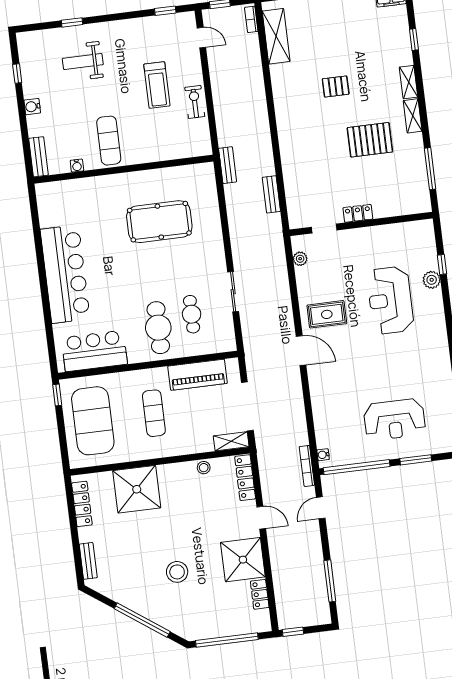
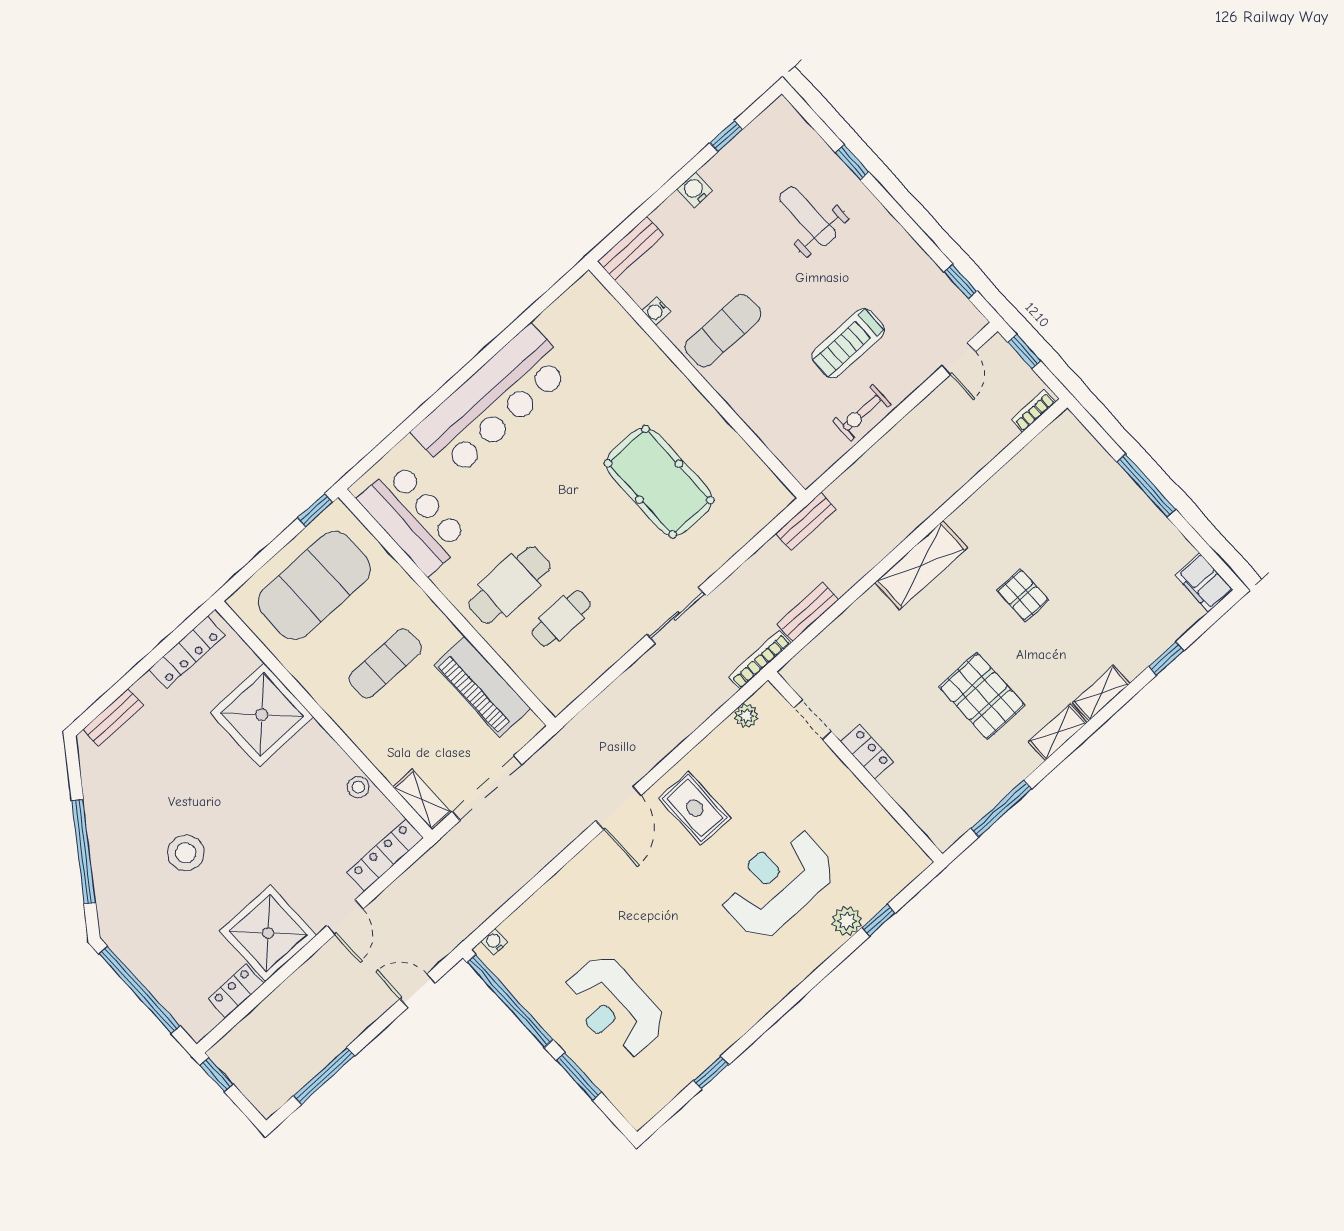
shelving: (276, 36) -> (921, 565), moved
exercise bike: (195, 102) -> (862, 413), turned 180
sliding door: (233, 292) -> (677, 615), moved
bookcase: (307, 466) -> (760, 660), moved

